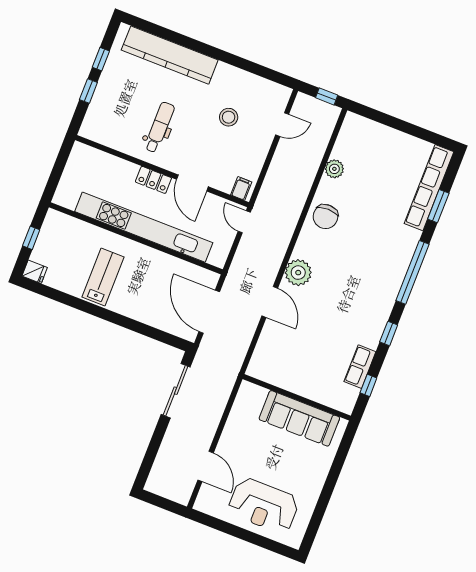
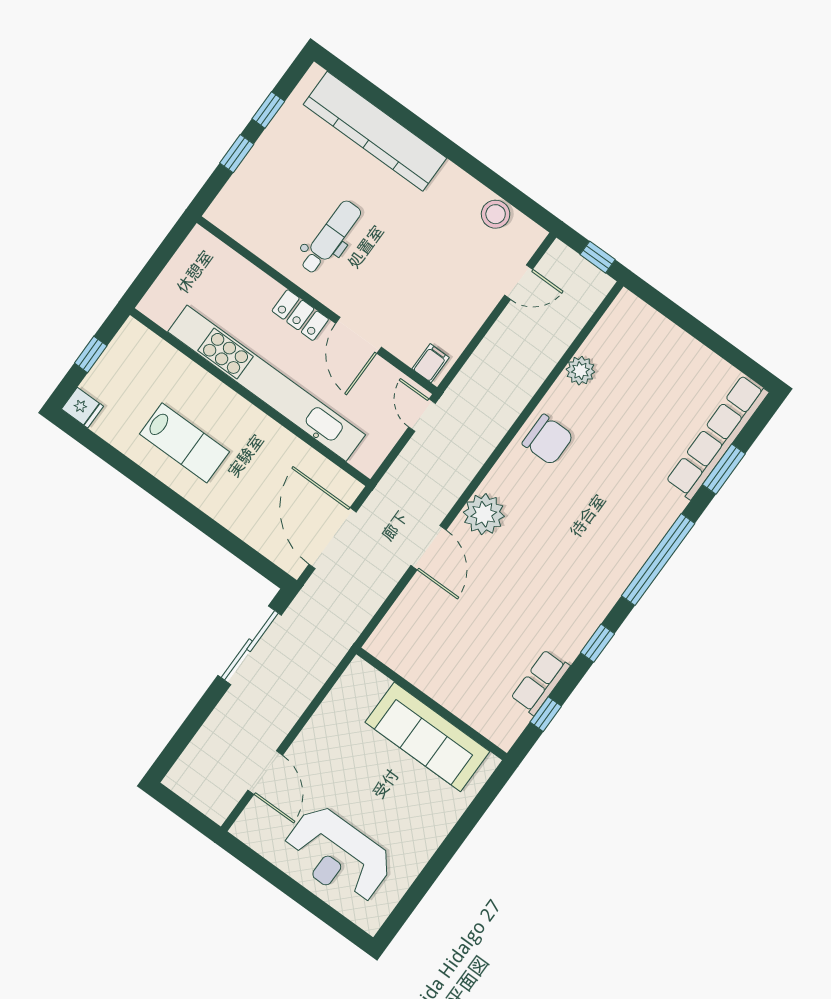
stool: (229, 117) -> (496, 214), moved
chair: (325, 217) -> (548, 440), turned -90
lab bench: (103, 277) -> (184, 443), turned 90

